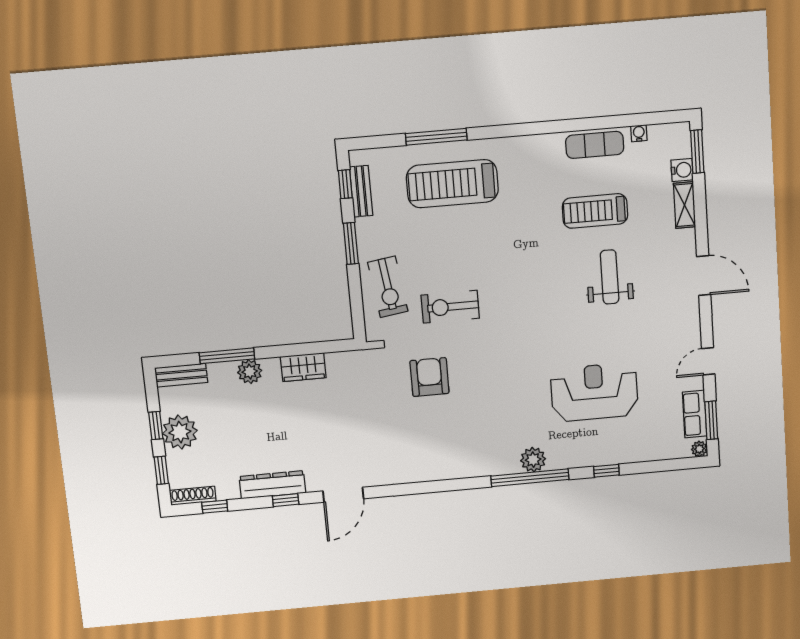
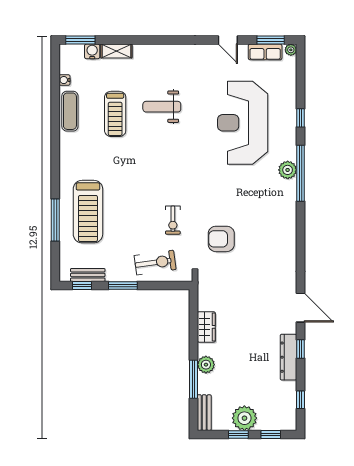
door: (704, 276) -> (167, 40), removed
exercise bike: (450, 307) -> (173, 220), width x0.73, depth x0.72
reception desk: (594, 392) -> (243, 123), width x1.36, depth x1.30
shoe rack: (193, 496) -> (291, 414), removed

